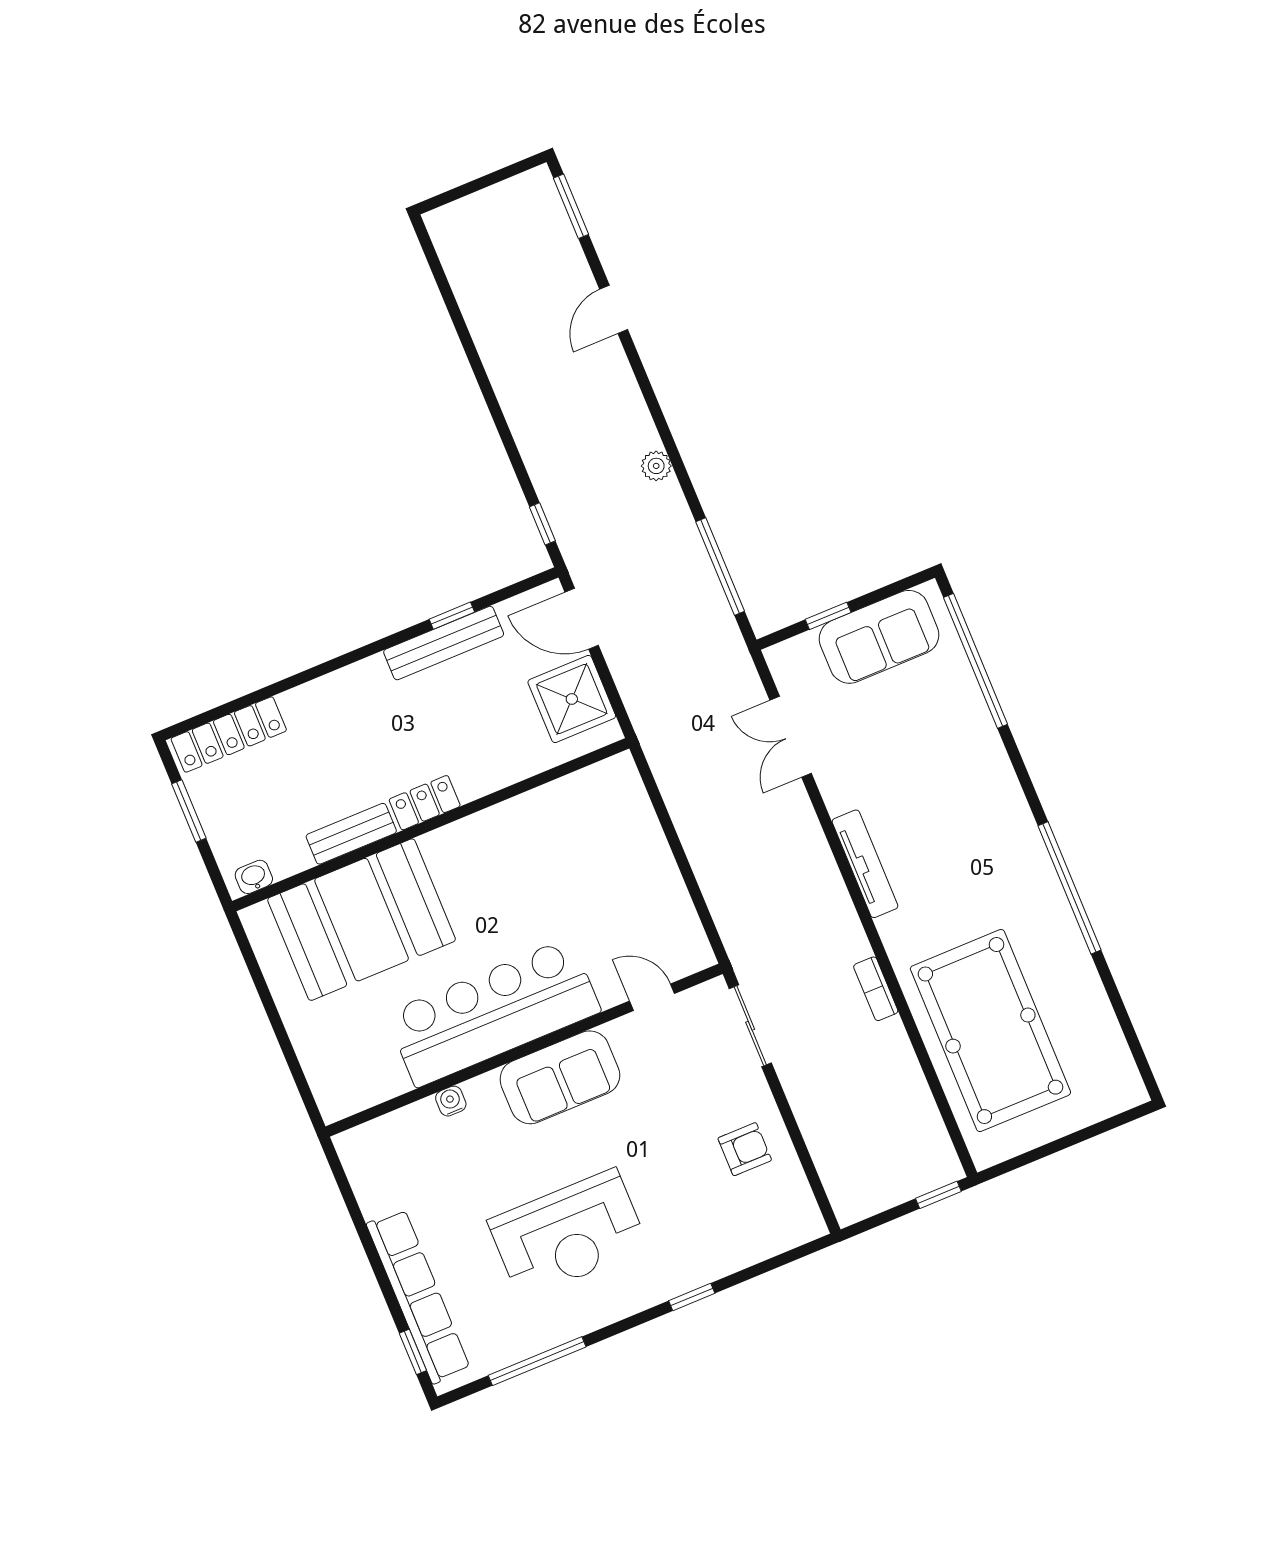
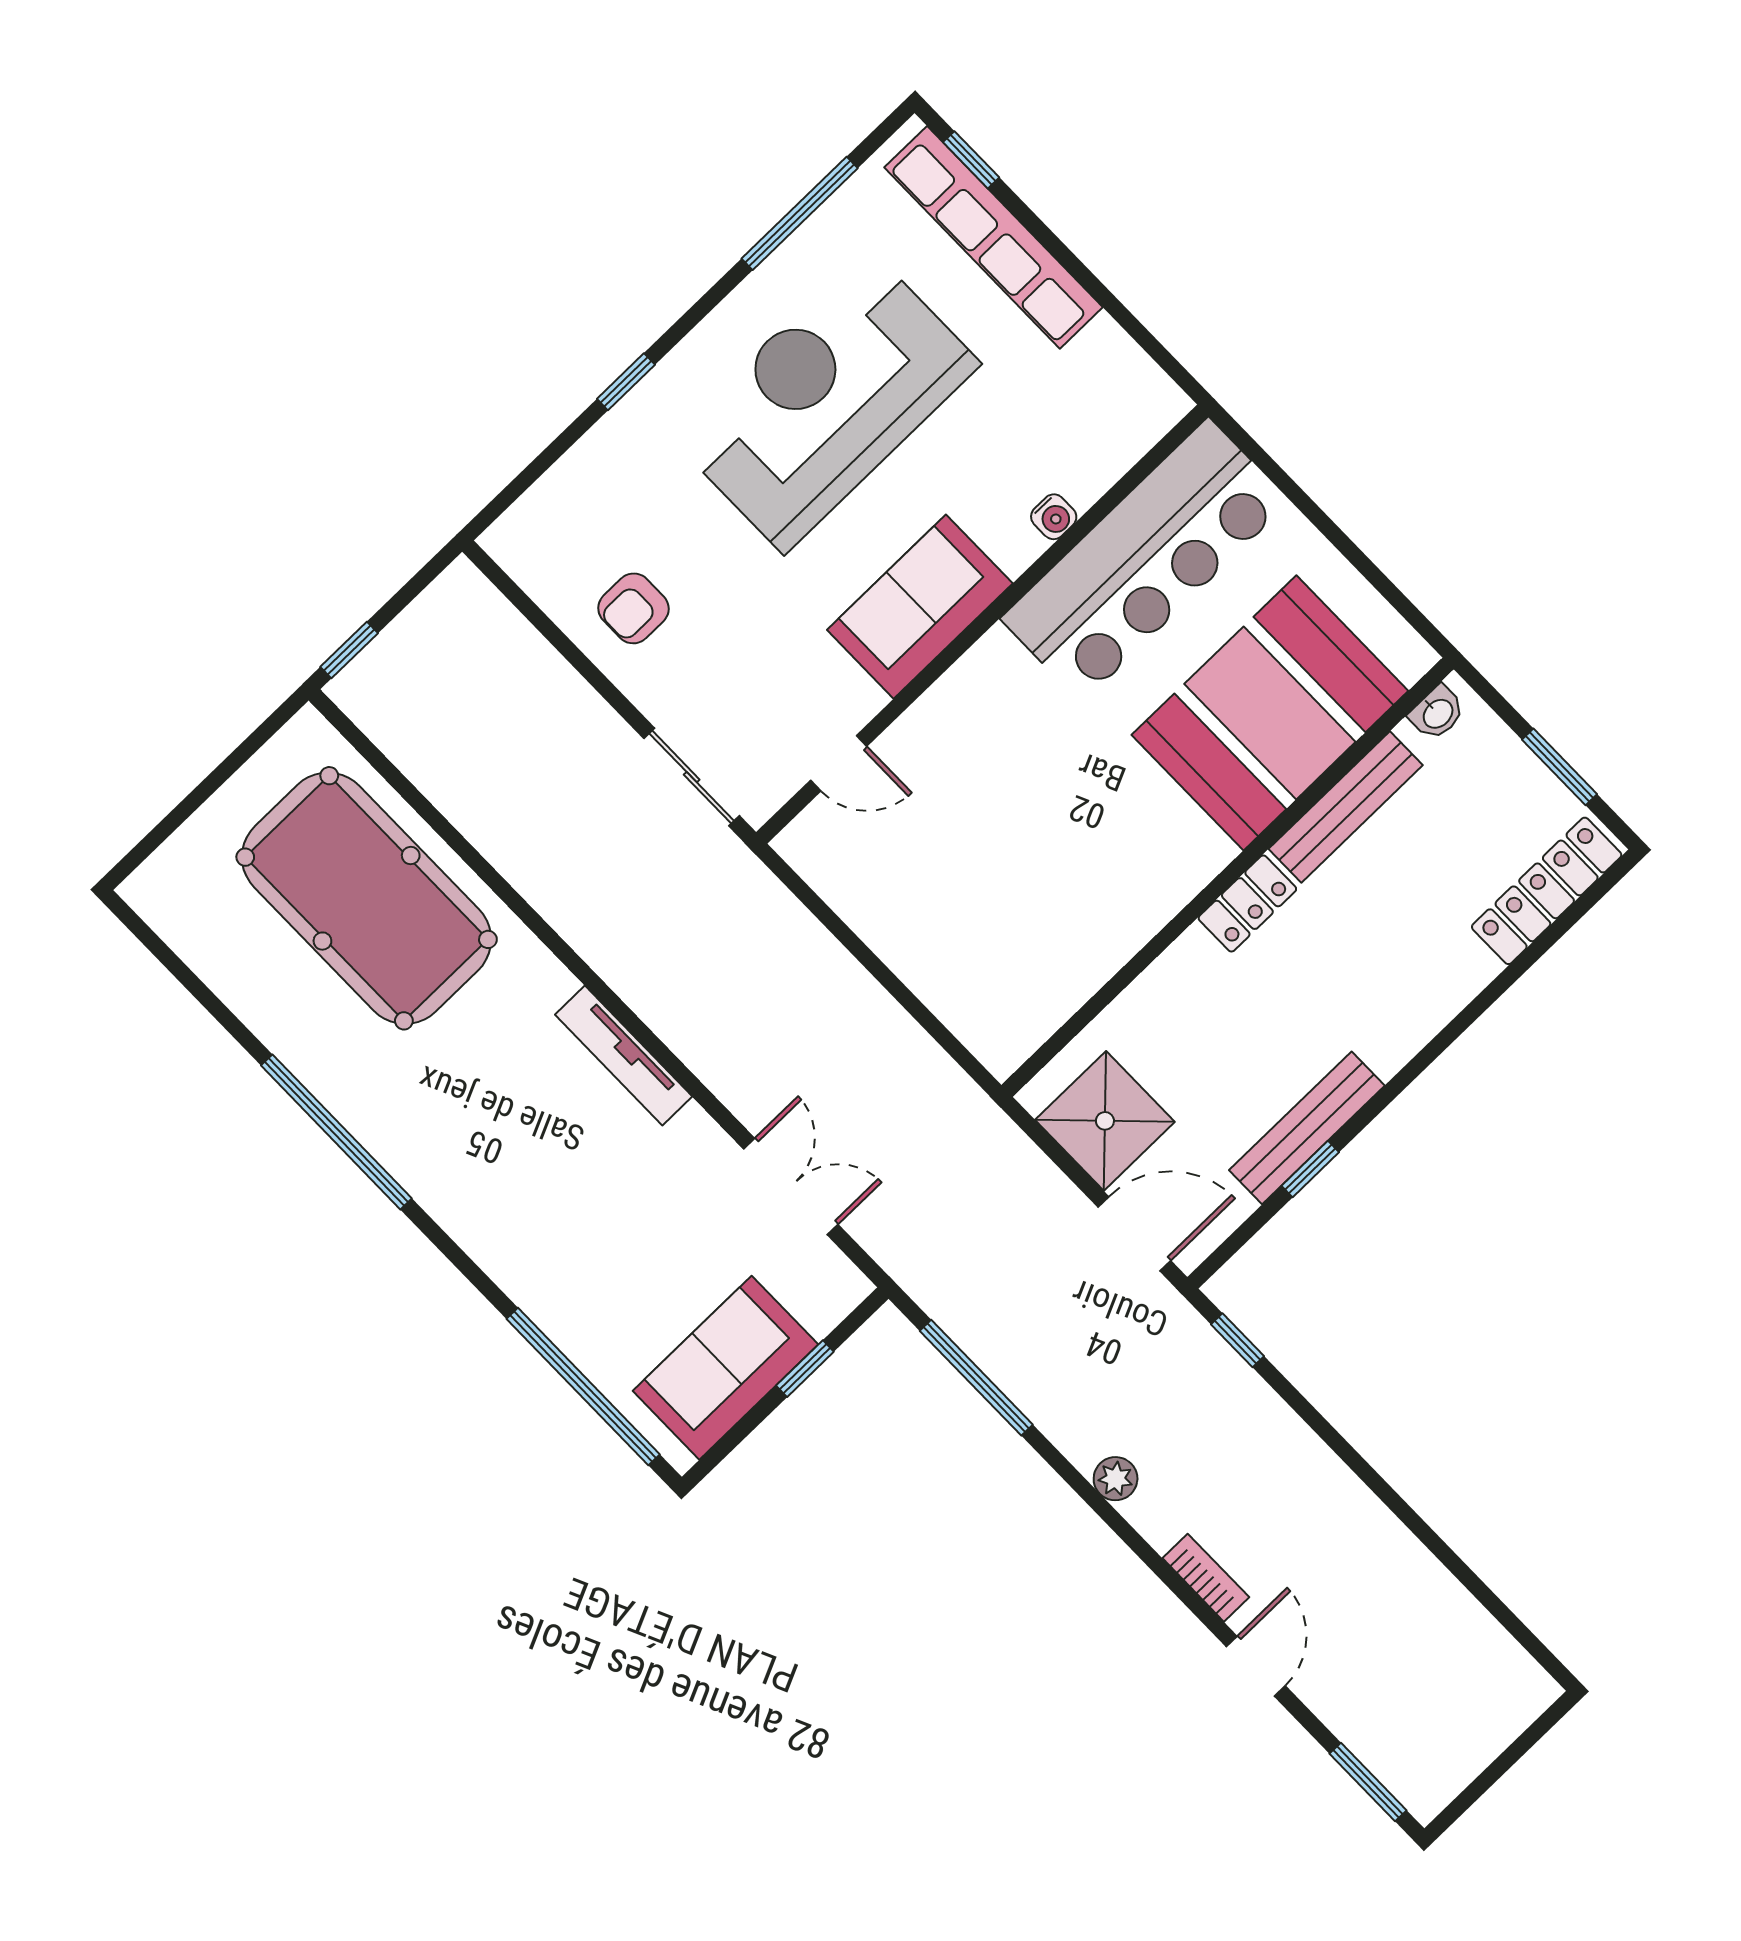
bench: (351, 834) -> (1346, 807), width x1.36
bookcase: (876, 989) -> (1206, 1578), moved
bar counter: (493, 1012) -> (1145, 560), moved
reception desk: (568, 1234) -> (825, 400), width x1.36, depth x1.30

